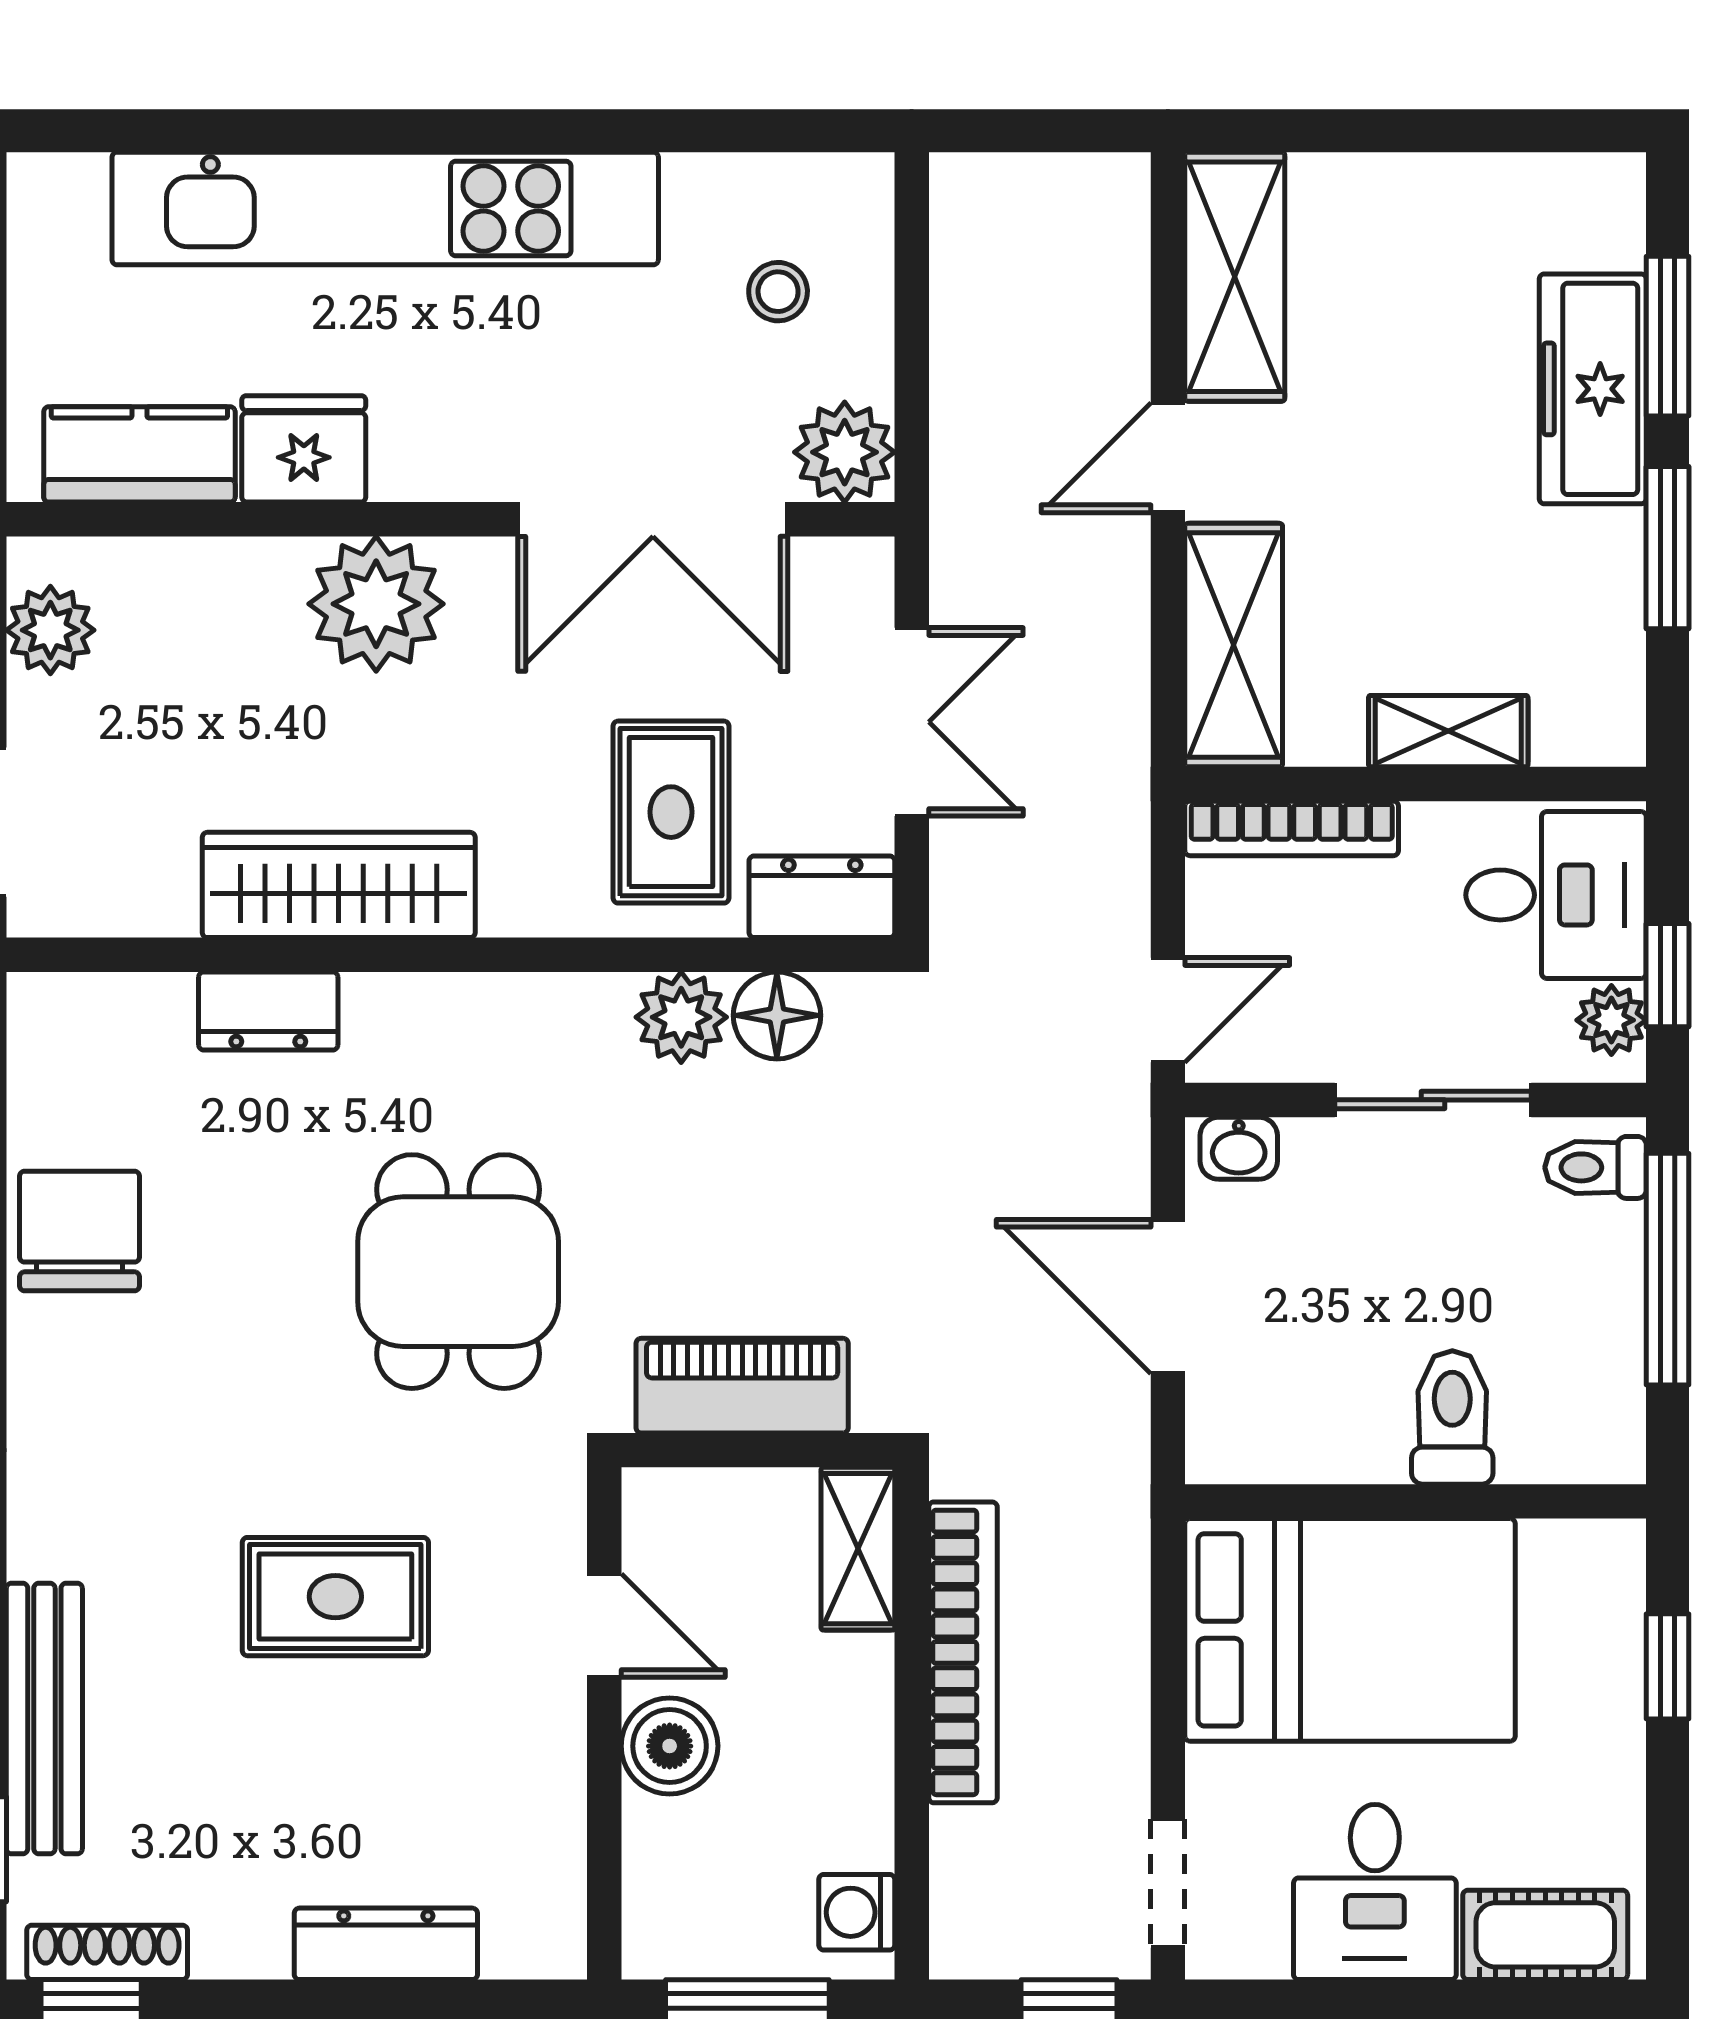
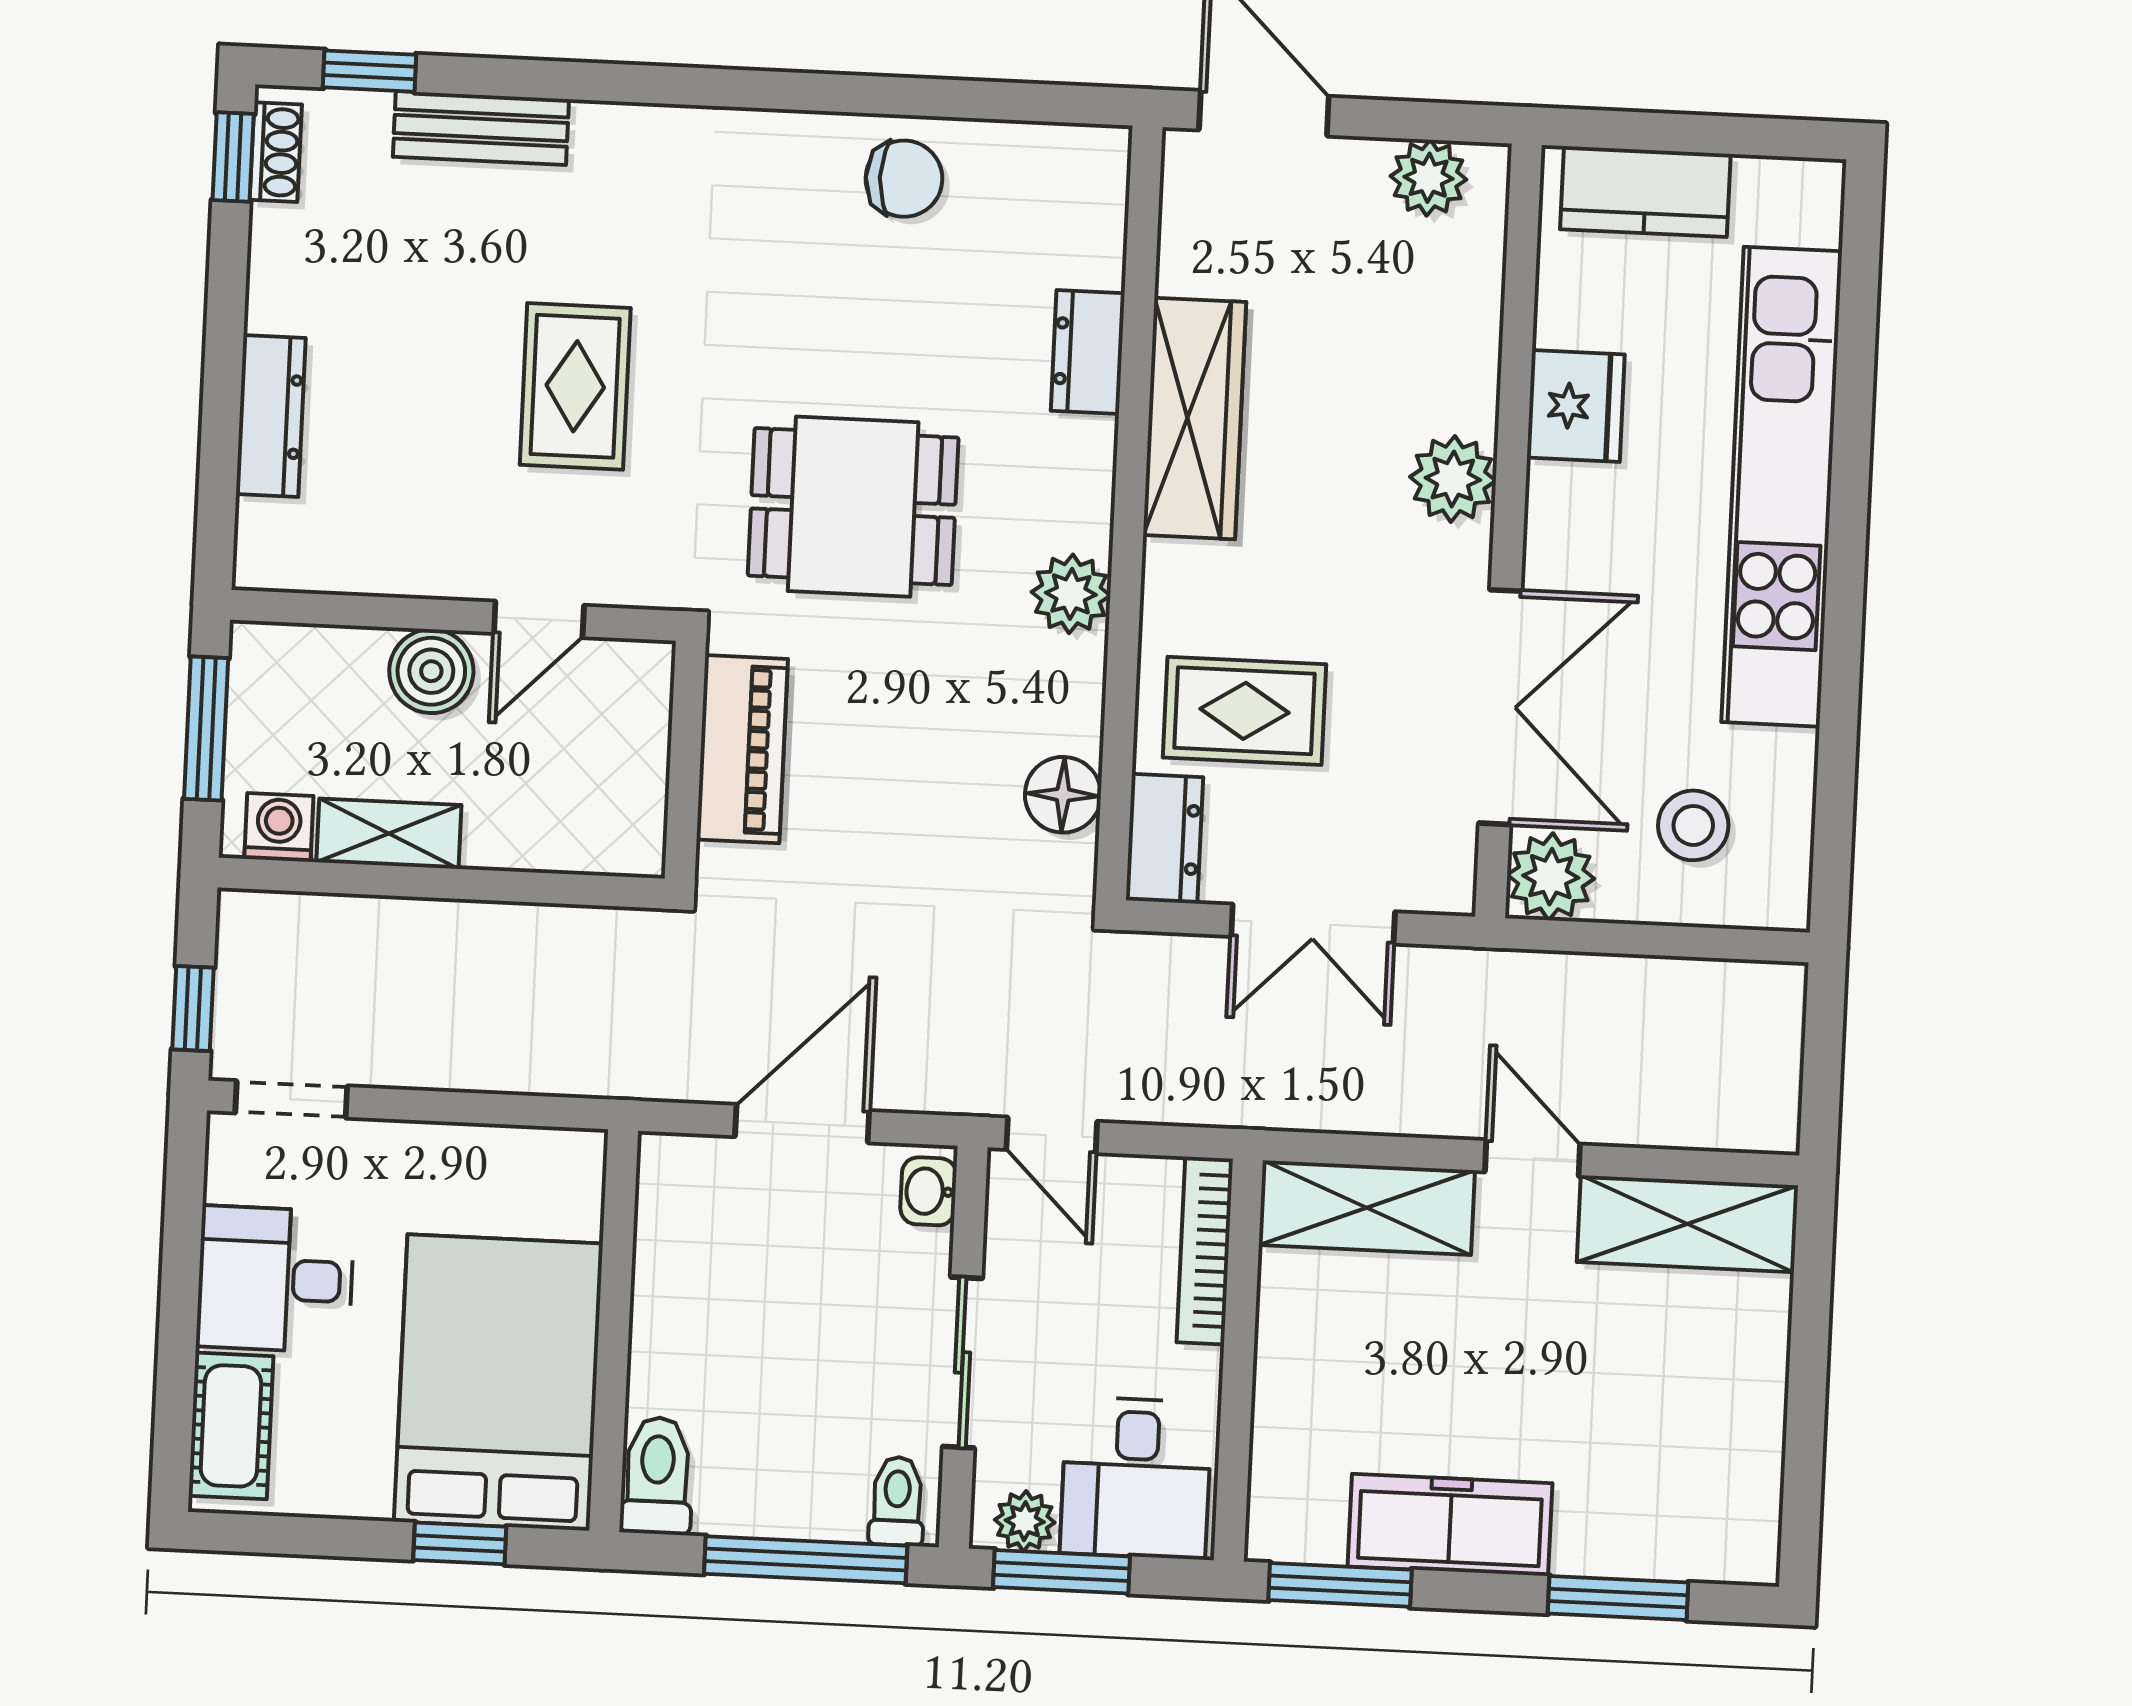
stool: (778, 292) -> (1693, 825), width x1.37, depth x1.37
freezer: (1593, 389) -> (1450, 1525), moved
kitchen counter: (139, 454) -> (1645, 192), moved, turned 90
double door: (653, 519) -> (1500, 707), swing flipped
window: (1667, 548) -> (1340, 1585), moved
plant: (376, 604) -> (1453, 479), width x0.73, depth x0.73
shelving: (1448, 731) -> (1283, 1391), removed
window: (1667, 975) -> (1062, 1572), width x1.50
plant: (681, 1017) -> (1071, 594), moved
chair: (80, 1231) -> (904, 179), width x0.73, depth x0.73
toilet: (1452, 1417) -> (657, 1476), moved, turned -90
shelving: (858, 1549) -> (389, 834), moved
bed: (1350, 1630) -> (498, 1382), moved, turned 180
bookcase: (963, 1652) -> (501, 931), removed
bench: (44, 1719) -> (481, 128), width x0.73
shoe rack: (107, 1952) -> (276, 152), width x0.70

